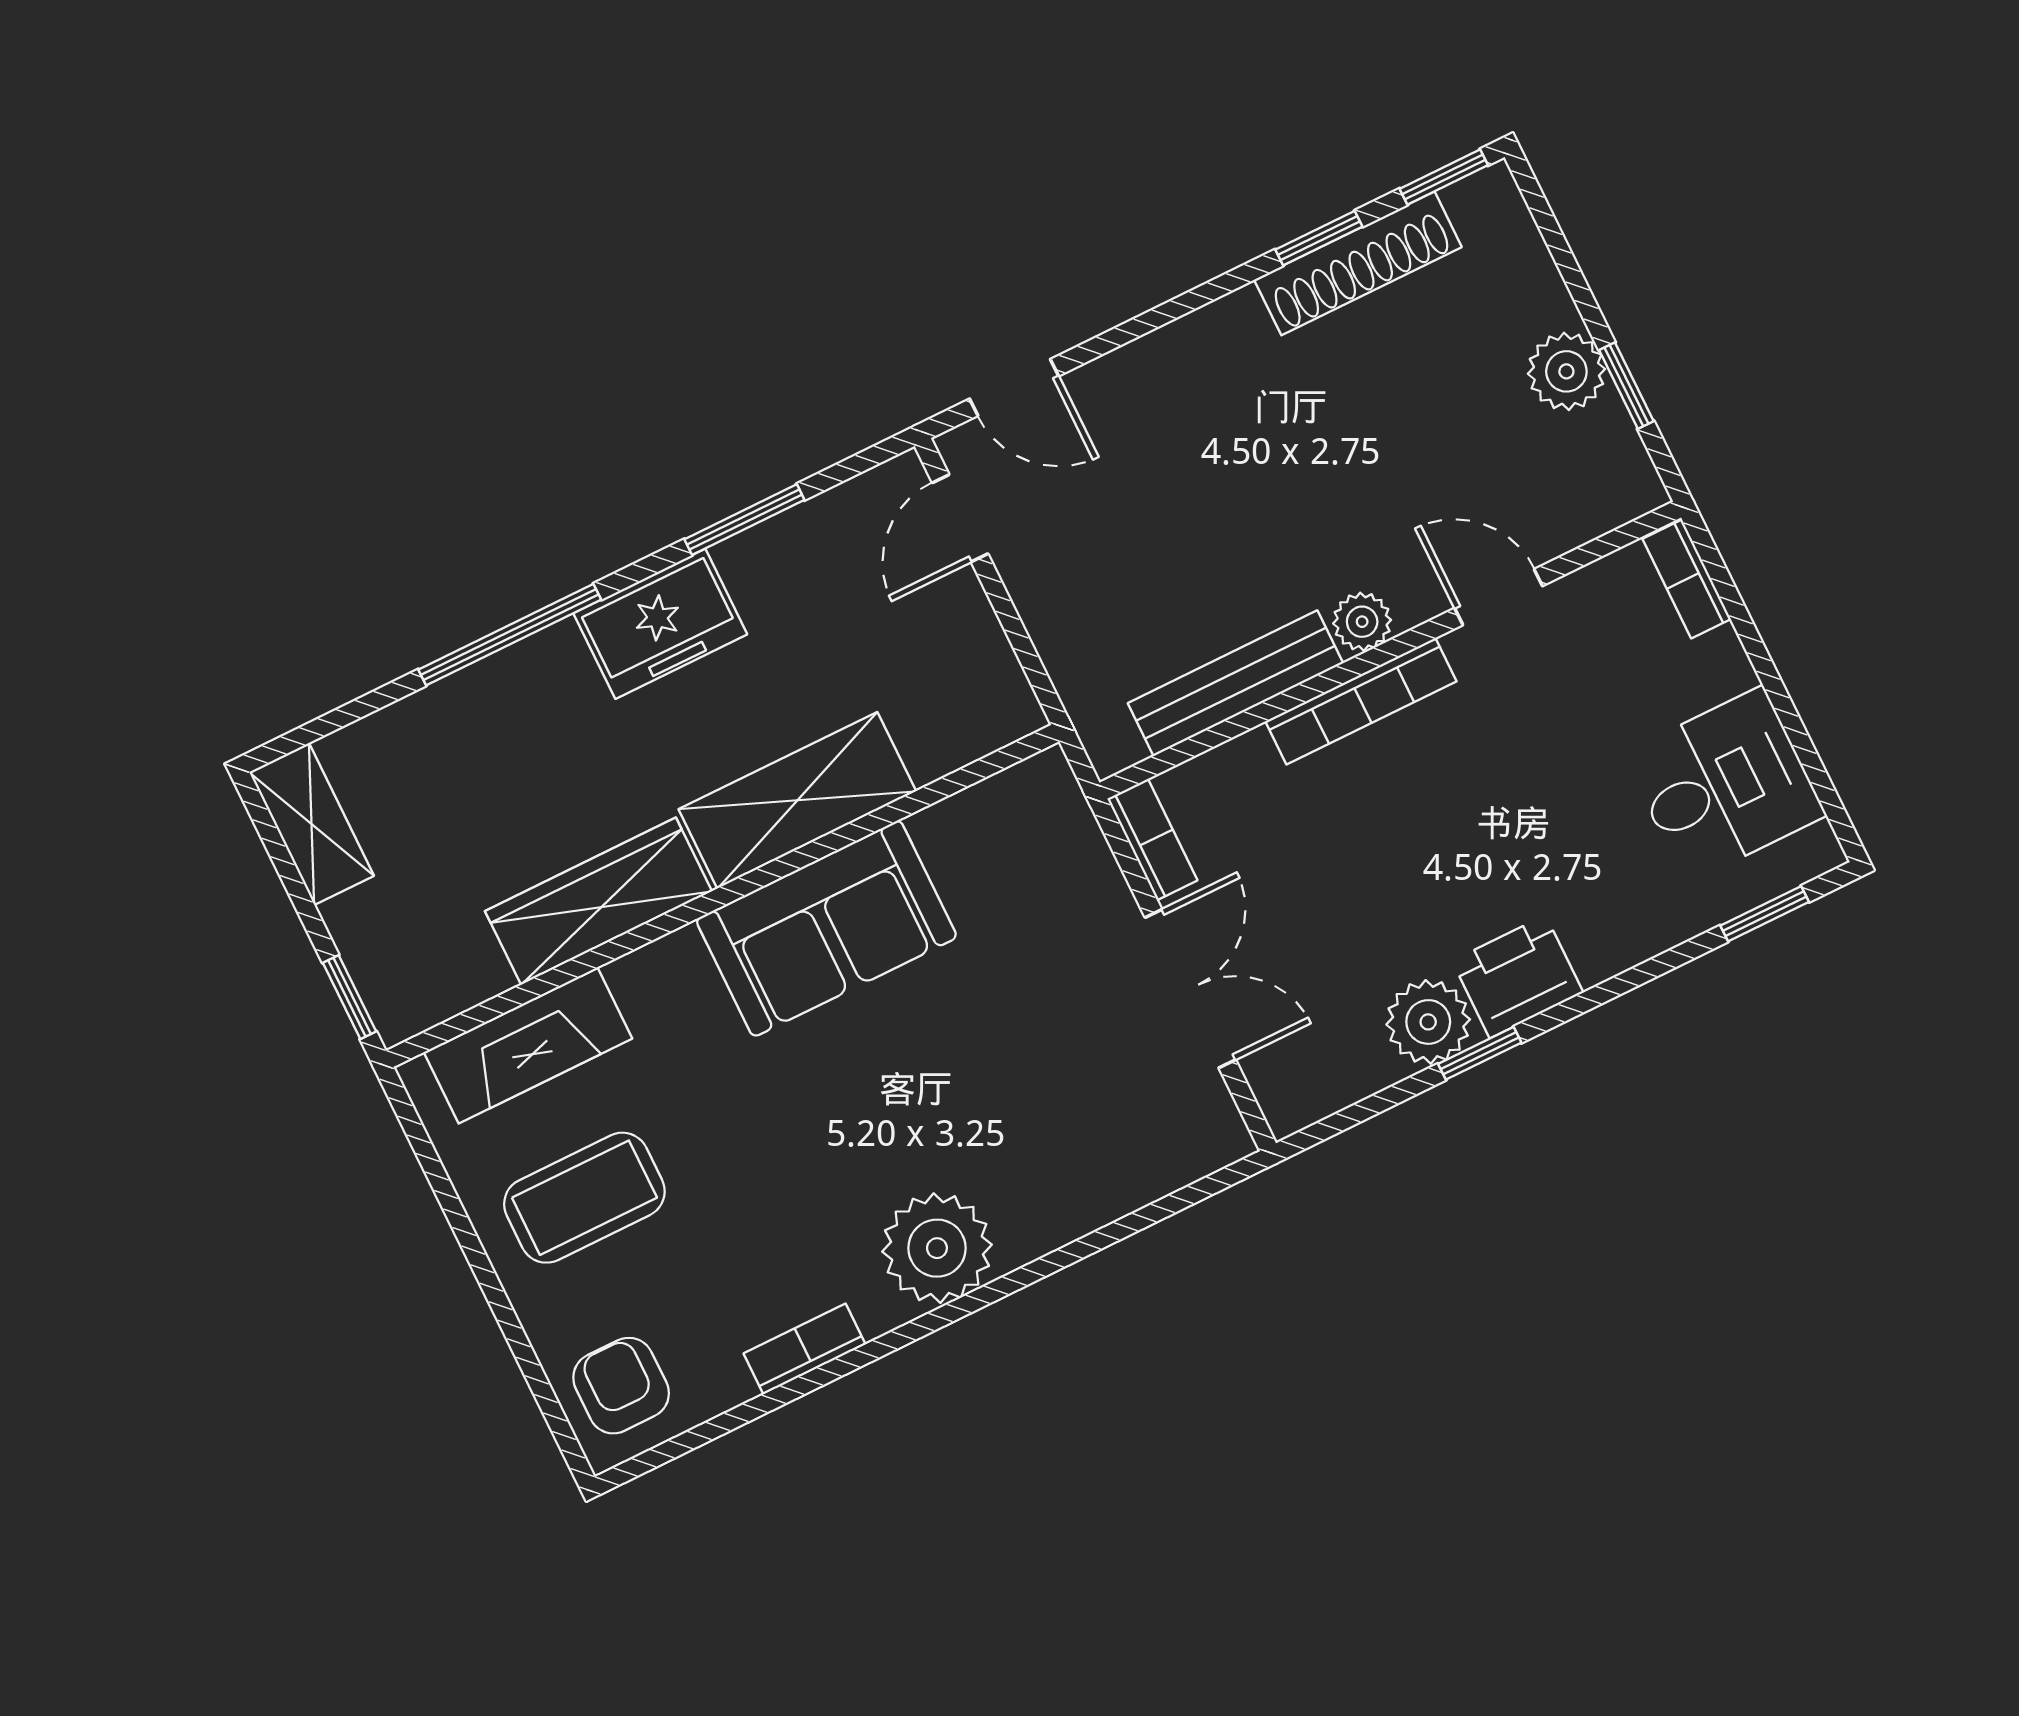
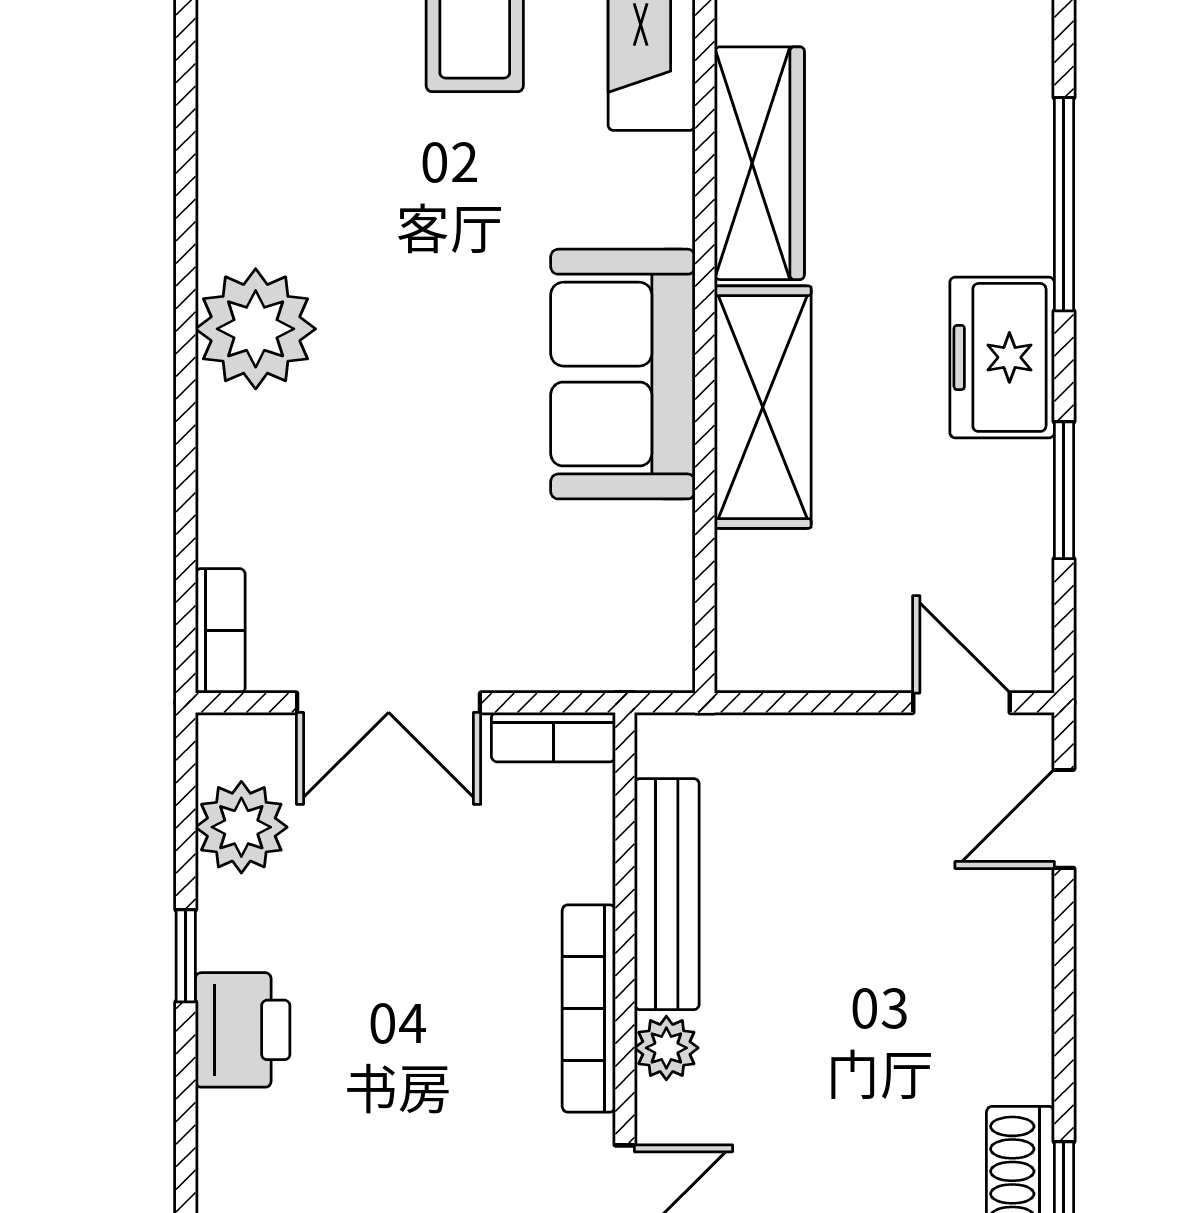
plant: (1428, 1022) -> (241, 827), moved
bookcase: (805, 1349) -> (220, 631), moved

